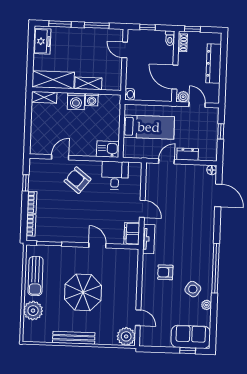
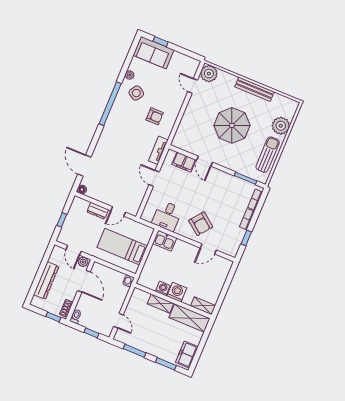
filing cabinet: (132, 234) -> (184, 162), moved, turned 90

